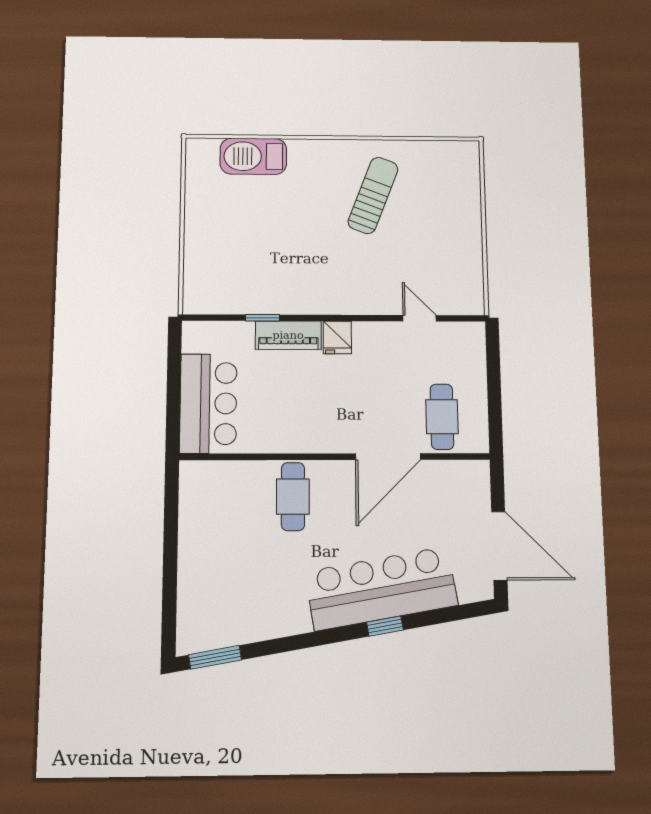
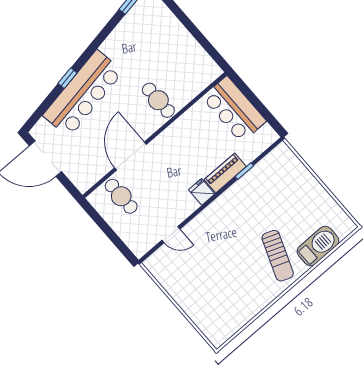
sun lounger: (373, 195) -> (278, 256), moved

